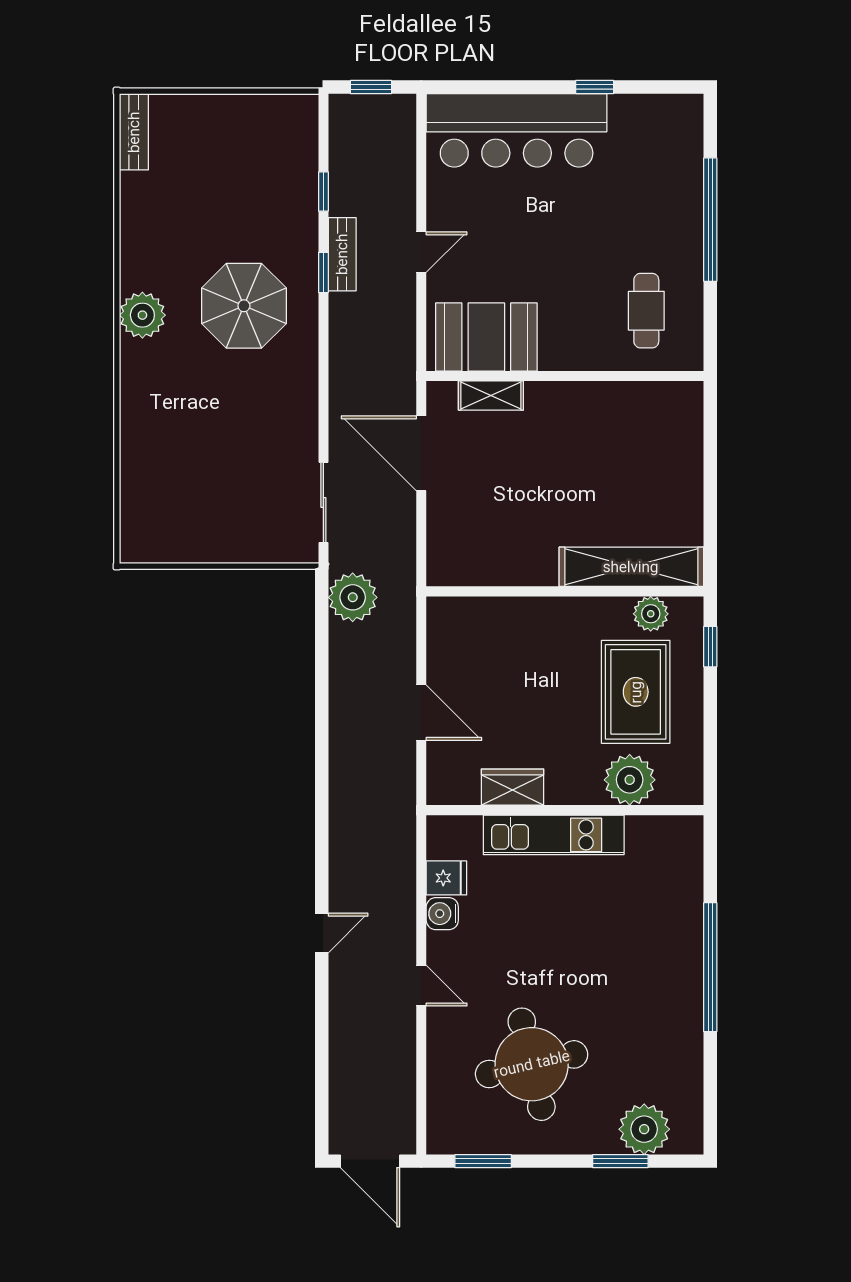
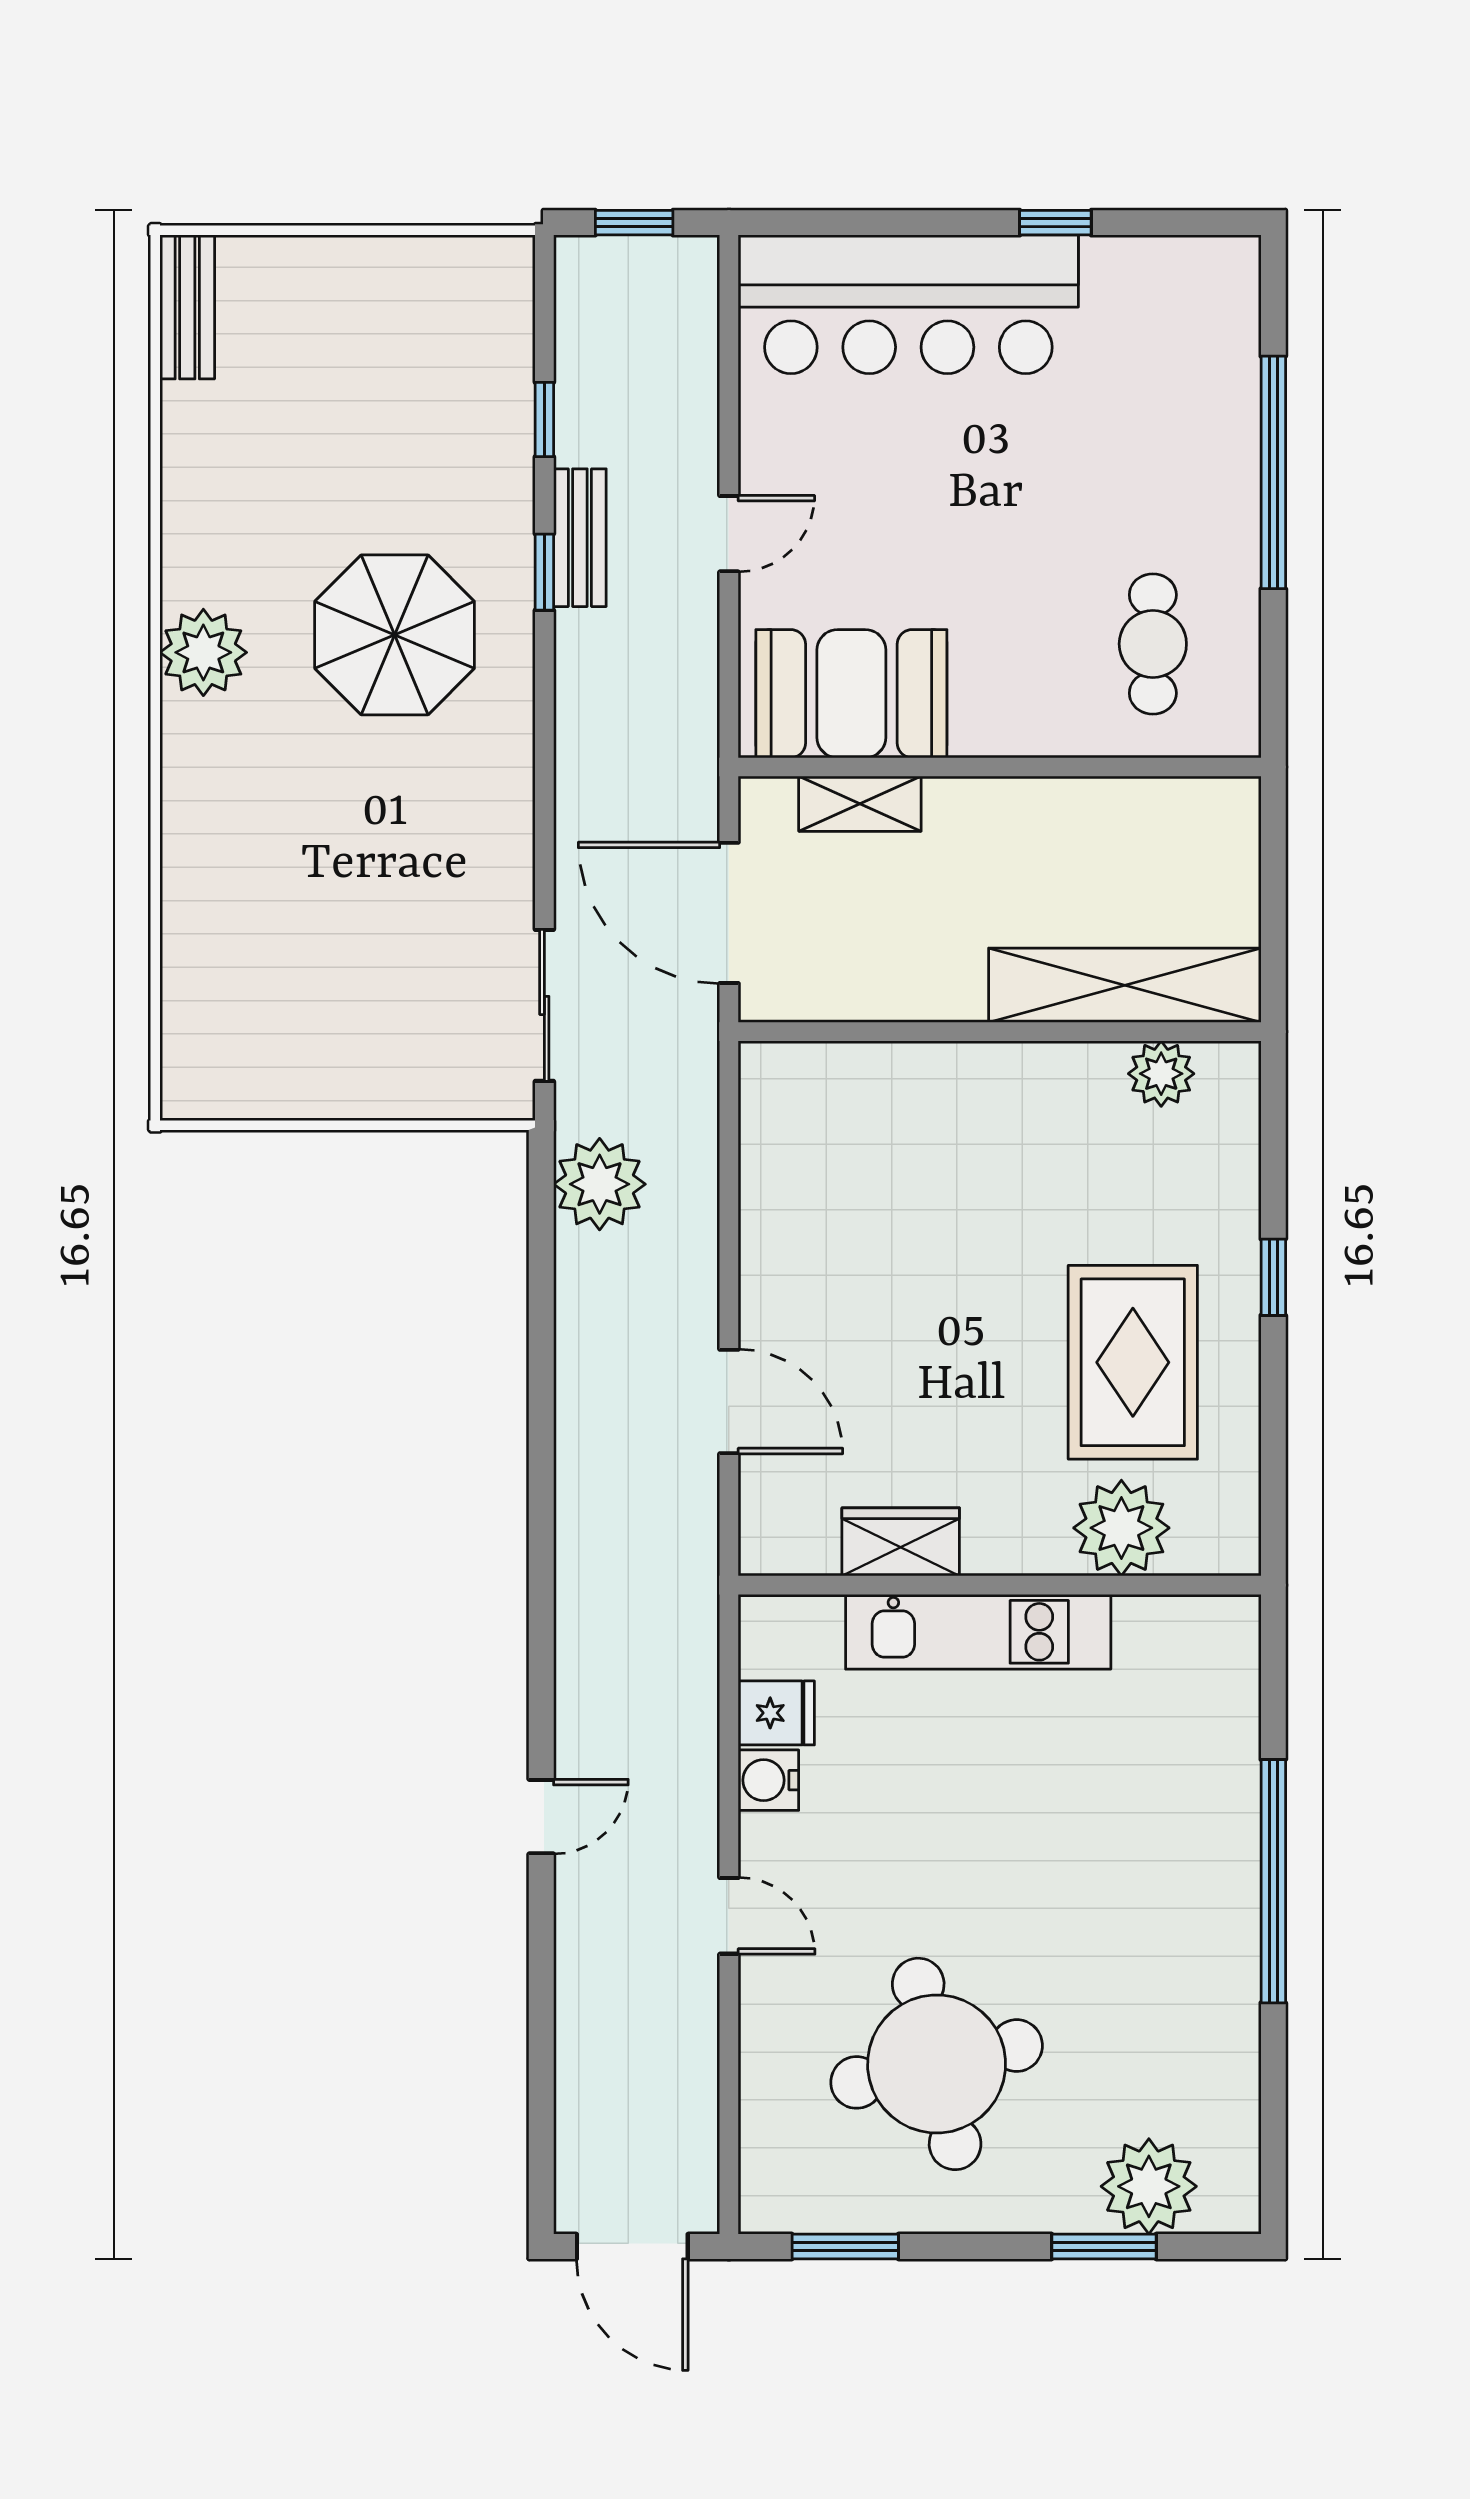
shelving: (631, 567) -> (1125, 985), moved
wall: (565, 591) -> (1000, 1032), moved
plant: (651, 614) -> (1161, 1074), moved

